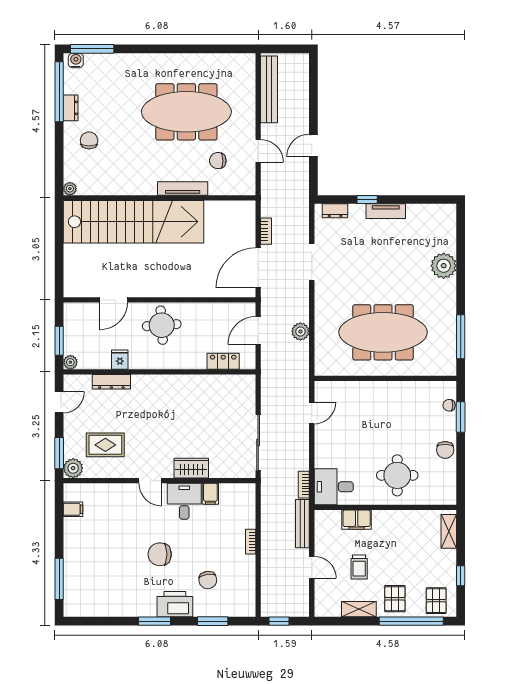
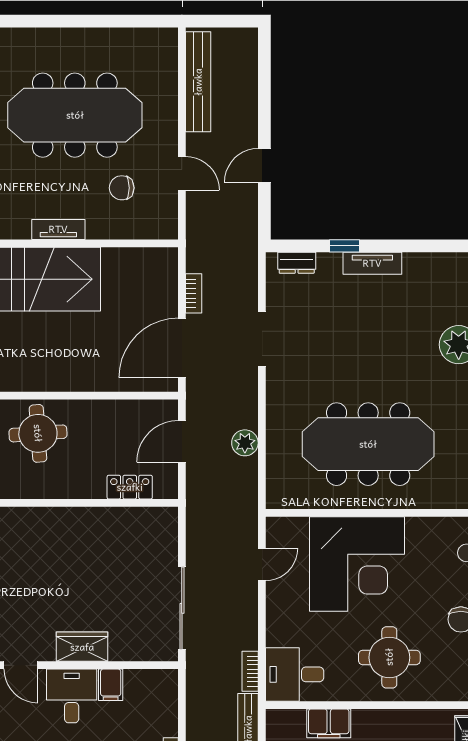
tv unit: (183, 188) -> (58, 229), width x0.71
corner desk: (376, 413) -> (357, 564), added

